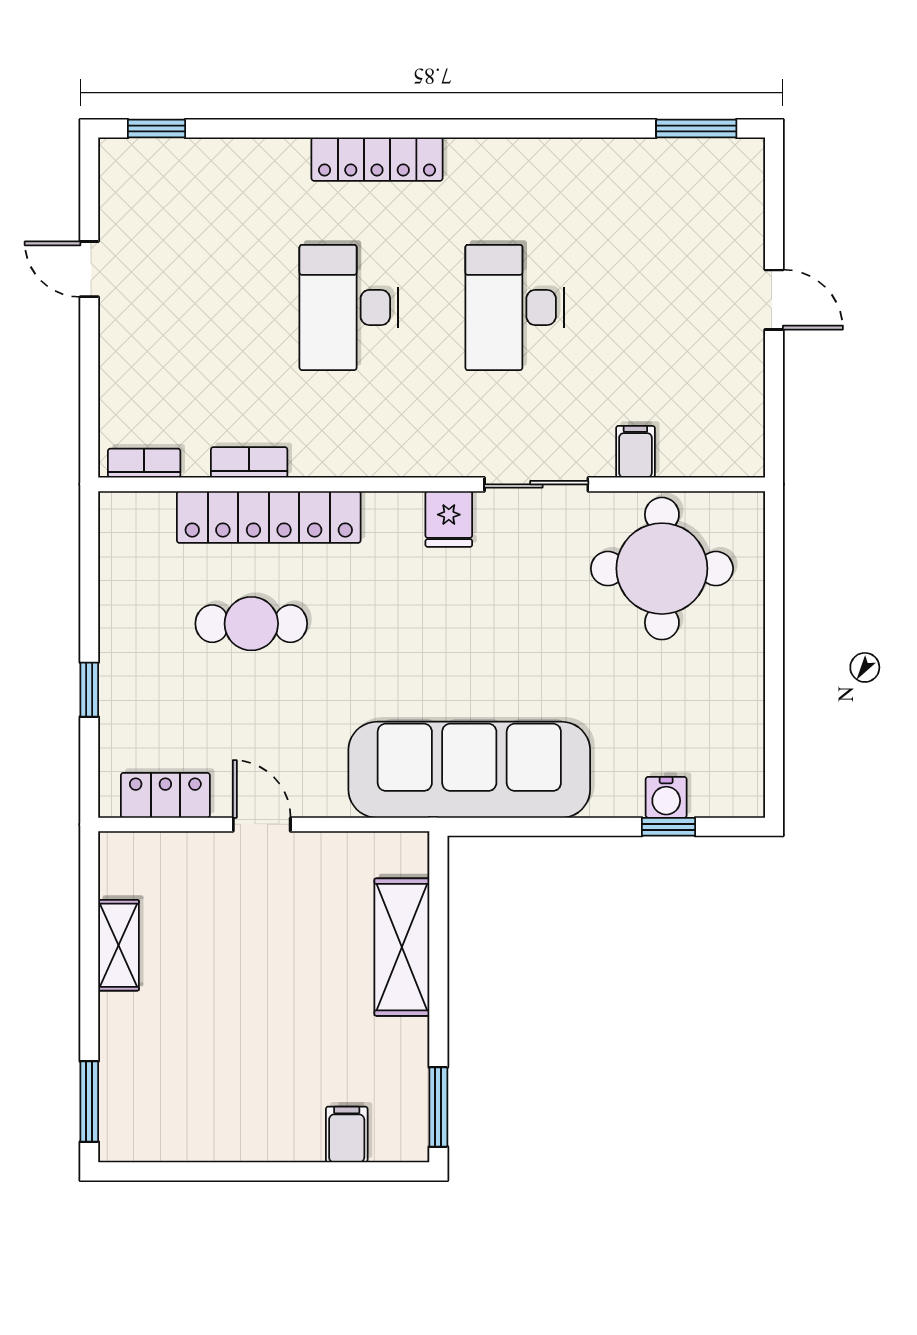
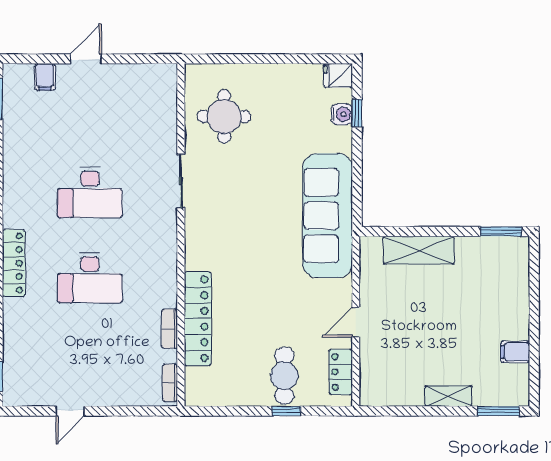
filing cabinet: (635, 452) -> (45, 77), moved, turned -90
fridge: (449, 519) -> (338, 76), moved, turned 180
round table: (662, 569) -> (224, 117), width x0.73, depth x0.73
cafe table: (251, 624) -> (284, 376), moved
shelving: (119, 945) -> (448, 396), moved
filing cabinet: (347, 1135) -> (515, 352), moved

